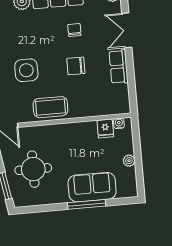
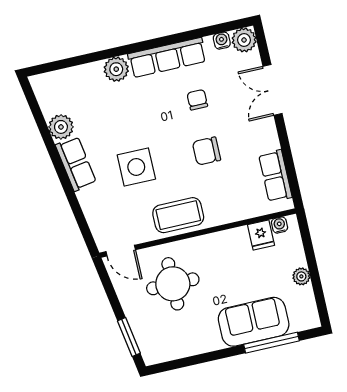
row of seats: (119, 67) -> (275, 176), moved
round table: (33, 169) -> (173, 284), moved
window: (87, 204) -> (271, 343), moved

